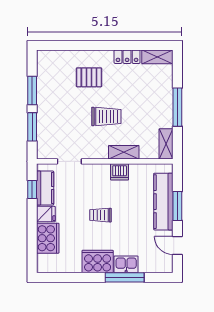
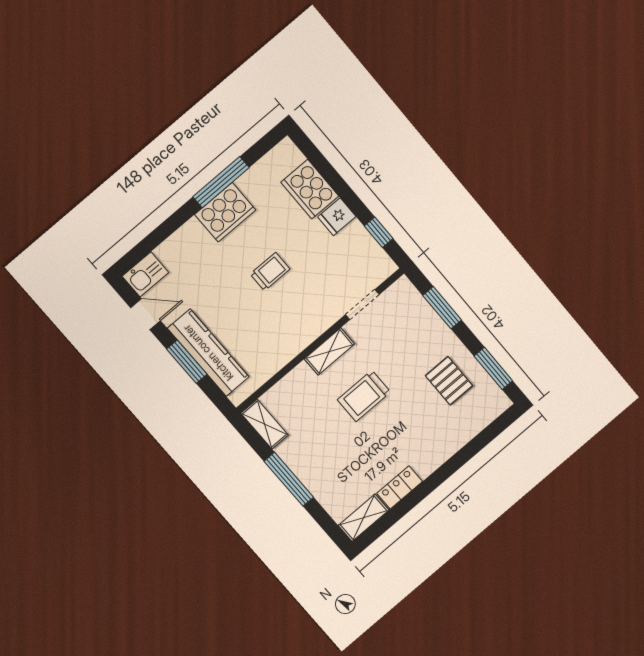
pallet: (89, 77) -> (449, 381), moved, turned 90
window: (32, 91) -> (493, 368), moved
shelving: (124, 152) -> (329, 351), moved
dishwasher: (120, 172) -> (291, 343), removed
kitchen counter: (45, 188) -> (365, 247), removed
kitchen sink: (126, 264) -> (145, 274), moved
window: (125, 277) -> (221, 182), moved

